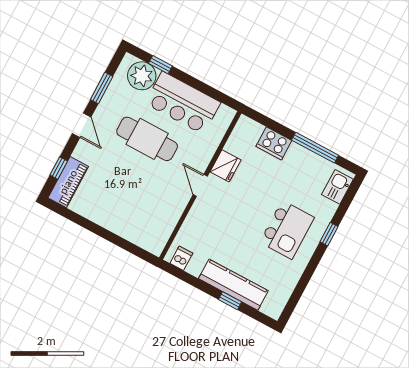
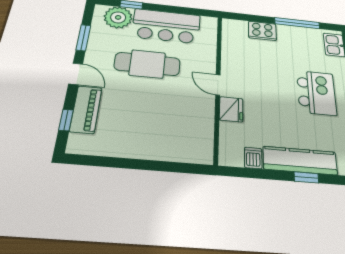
fridge: (226, 166) -> (231, 109), moved
piano: (68, 182) -> (86, 109), moved
dishwasher: (181, 258) -> (253, 158), moved

